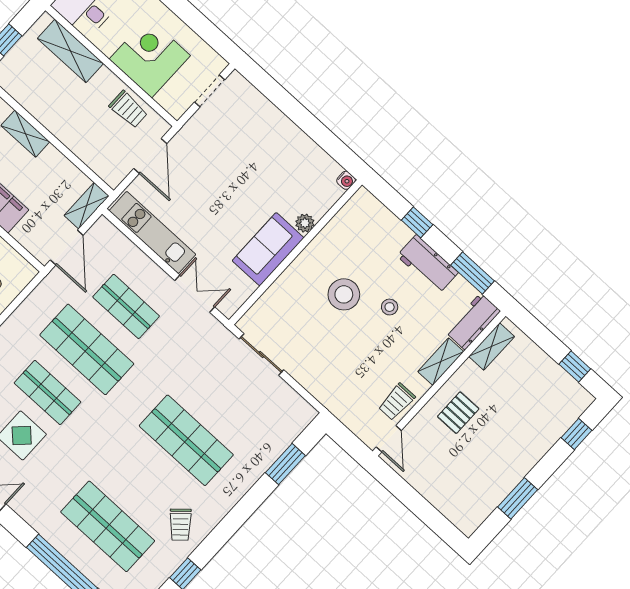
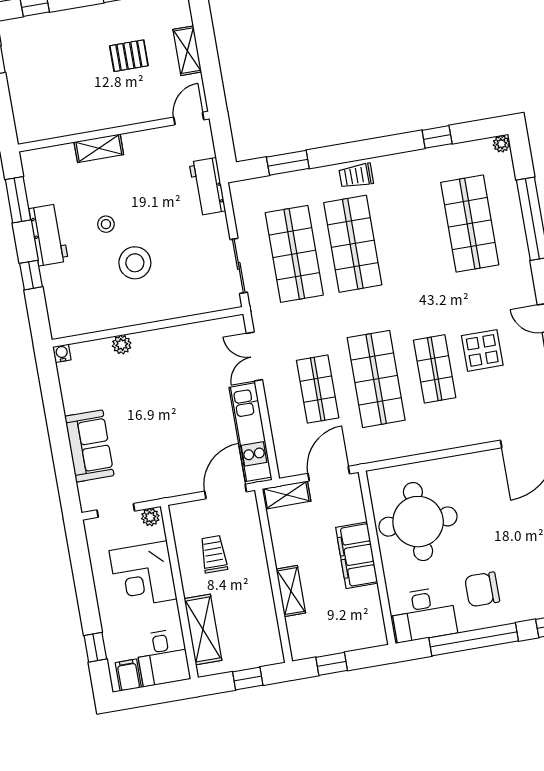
plant: (179, 106) -> (150, 517), added
trolley: (128, 109) -> (214, 554), moved
door: (150, 156) -> (226, 491), moved
sofa: (268, 249) -> (89, 446), moved, turned -90
workbench: (473, 321) -> (207, 186), moved, turned 90
shelving: (492, 346) -> (187, 51), moved, turned 90
shop shelf: (226, 397) -> (294, 254), added
trolley: (397, 402) -> (159, 143), removed
pallet: (458, 413) -> (129, 56), moved
trolley: (180, 525) -> (356, 176), moved, turned -139

